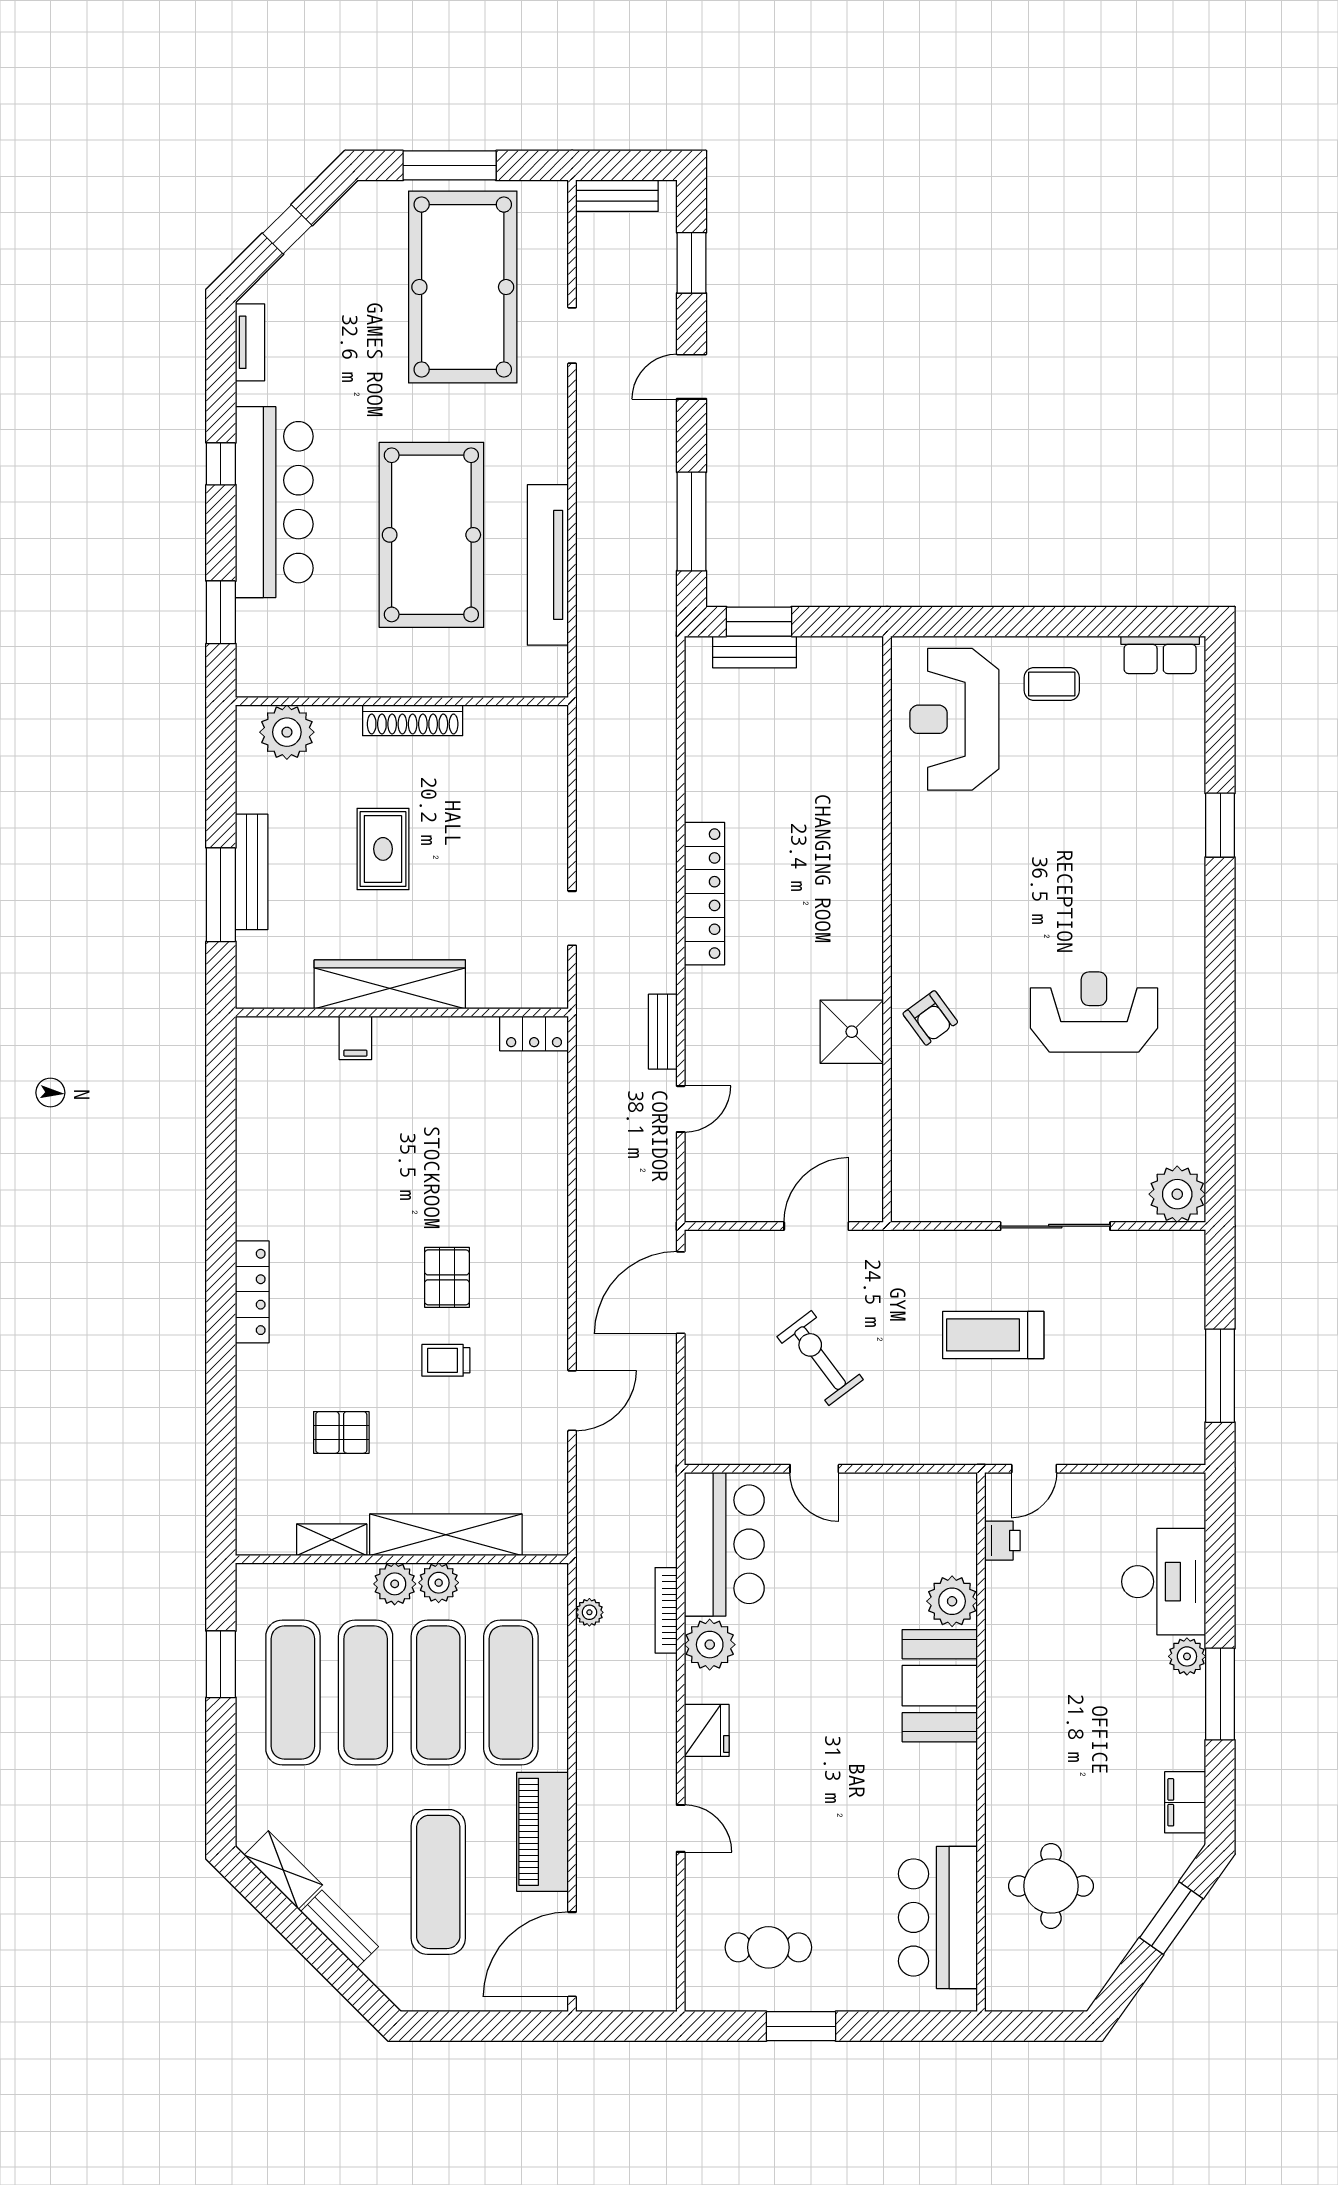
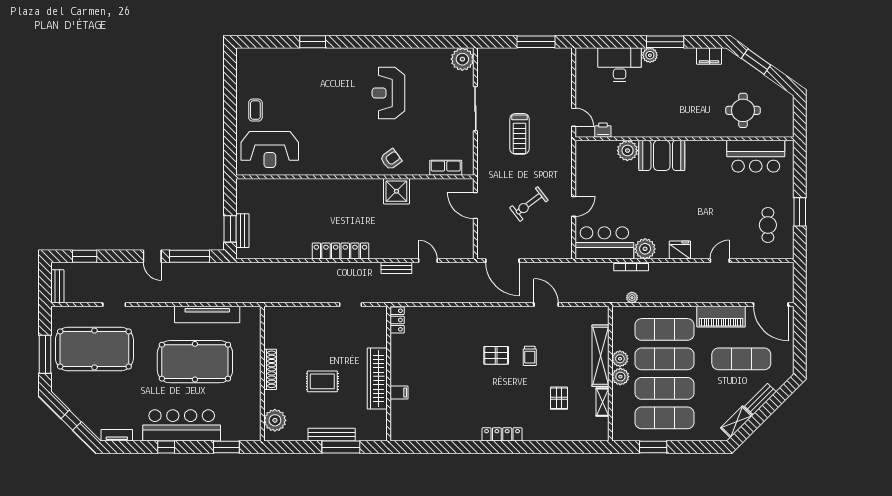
door: (691, 377) -> (152, 256), moved
row of seats: (1160, 655) -> (446, 168), moved, turned -90

